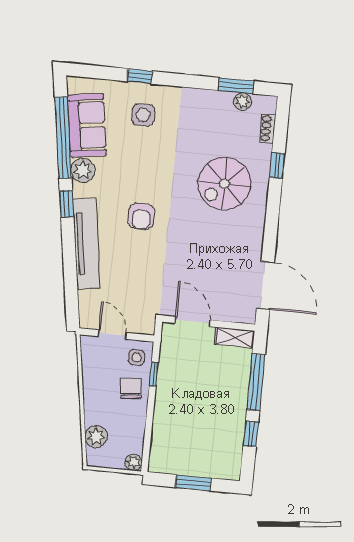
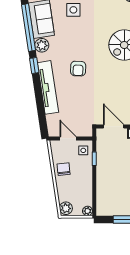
chair: (131, 388) -> (64, 169), moved
plant: (96, 437) -> (66, 208), moved

